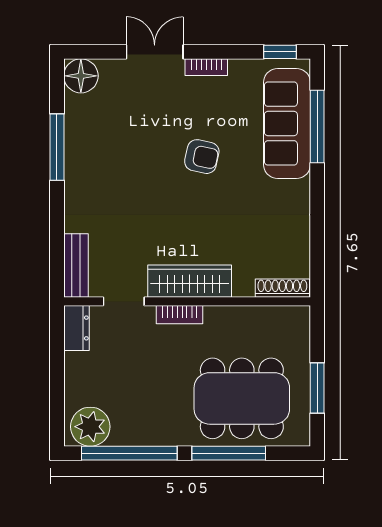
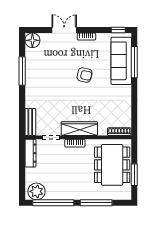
dresser: (76, 328) -> (31, 153), width x1.44
dining table: (242, 398) -> (112, 165), moved, turned 90

